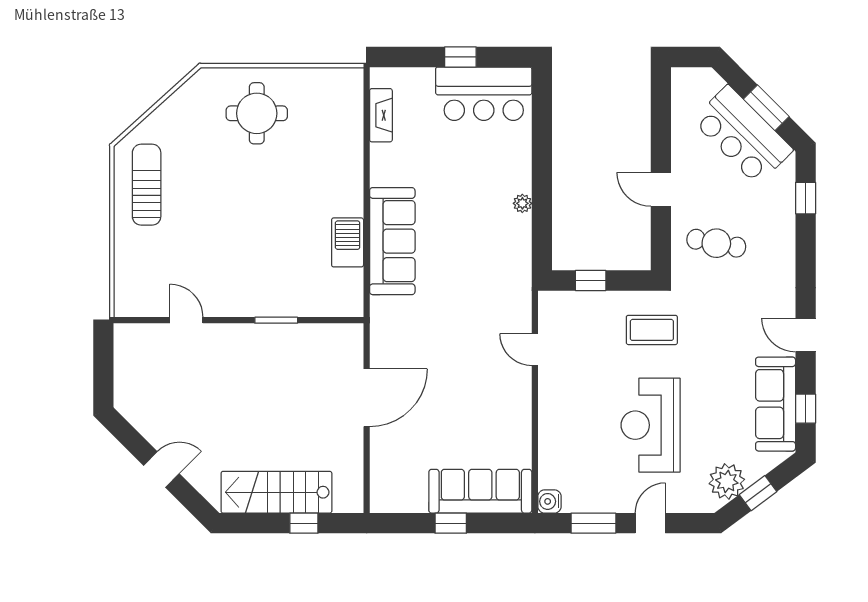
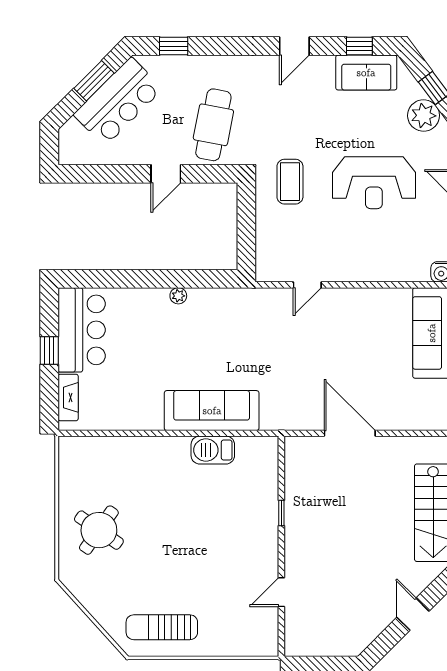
round table: (257, 113) -> (99, 530), turned 35
fireplace: (381, 115) -> (68, 397), moved, turned 90
cafe table: (716, 243) -> (213, 125), width x1.37, depth x1.35
window: (591, 281) -> (246, 236), removed
window: (276, 320) -> (281, 513), width x0.67
sofa: (776, 404) -> (366, 73), width x0.73

